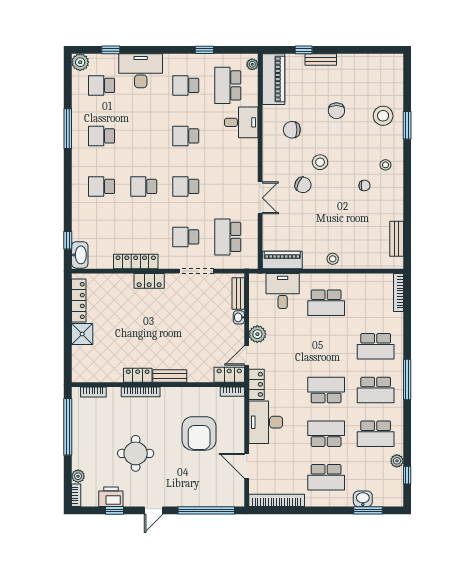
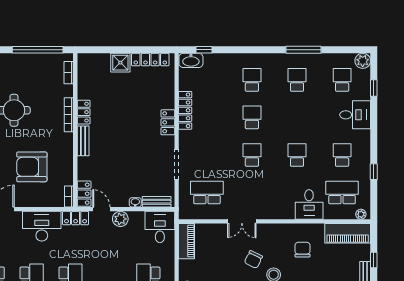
desk: (141, 71) -> (355, 115), width x0.73
school desk: (186, 237) -> (207, 155), removed
desk: (283, 291) -> (160, 227), moved, turned -90

